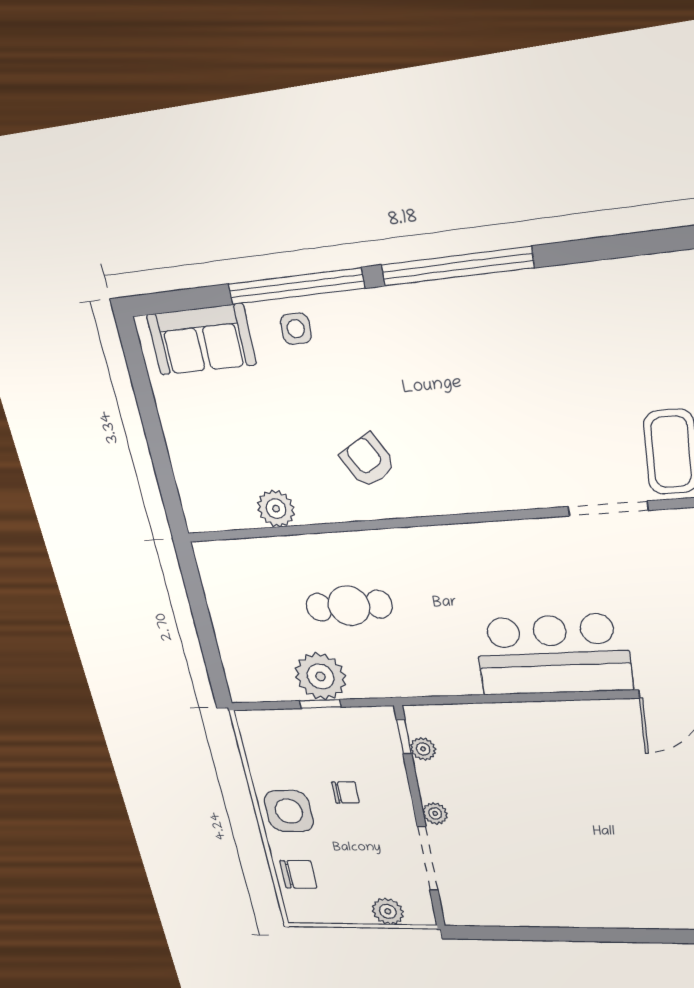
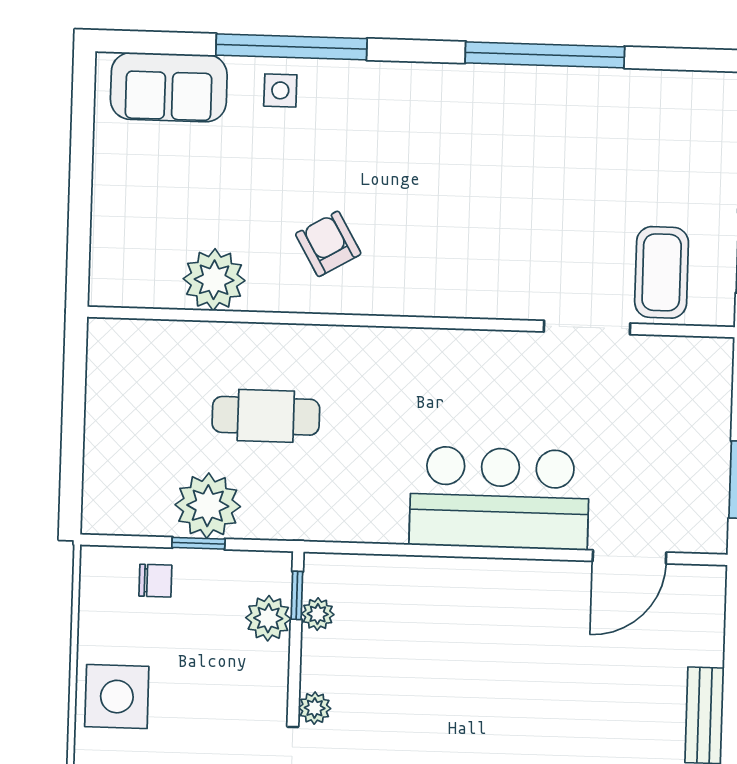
window: (457, 266) -> (545, 55), moved
plant: (276, 509) -> (214, 280), width x1.36, depth x1.36
plant: (386, 754) -> (268, 618), added
chair: (345, 792) -> (155, 581), moved

